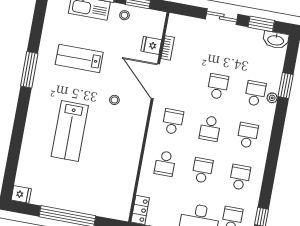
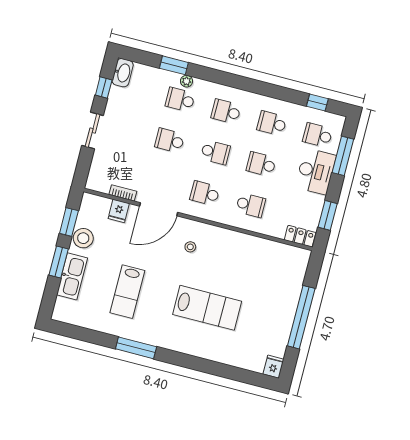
stool: (124, 15) -> (83, 238), width x1.89, depth x1.89
window: (261, 24) -> (104, 87), width x0.67
stool: (114, 100) -> (190, 247), moved

